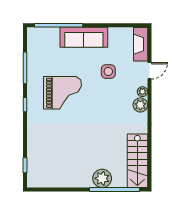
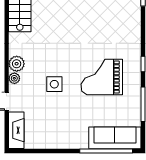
sofa: (84, 37) -> (115, 138), moved
side table: (108, 72) -> (54, 84), moved

